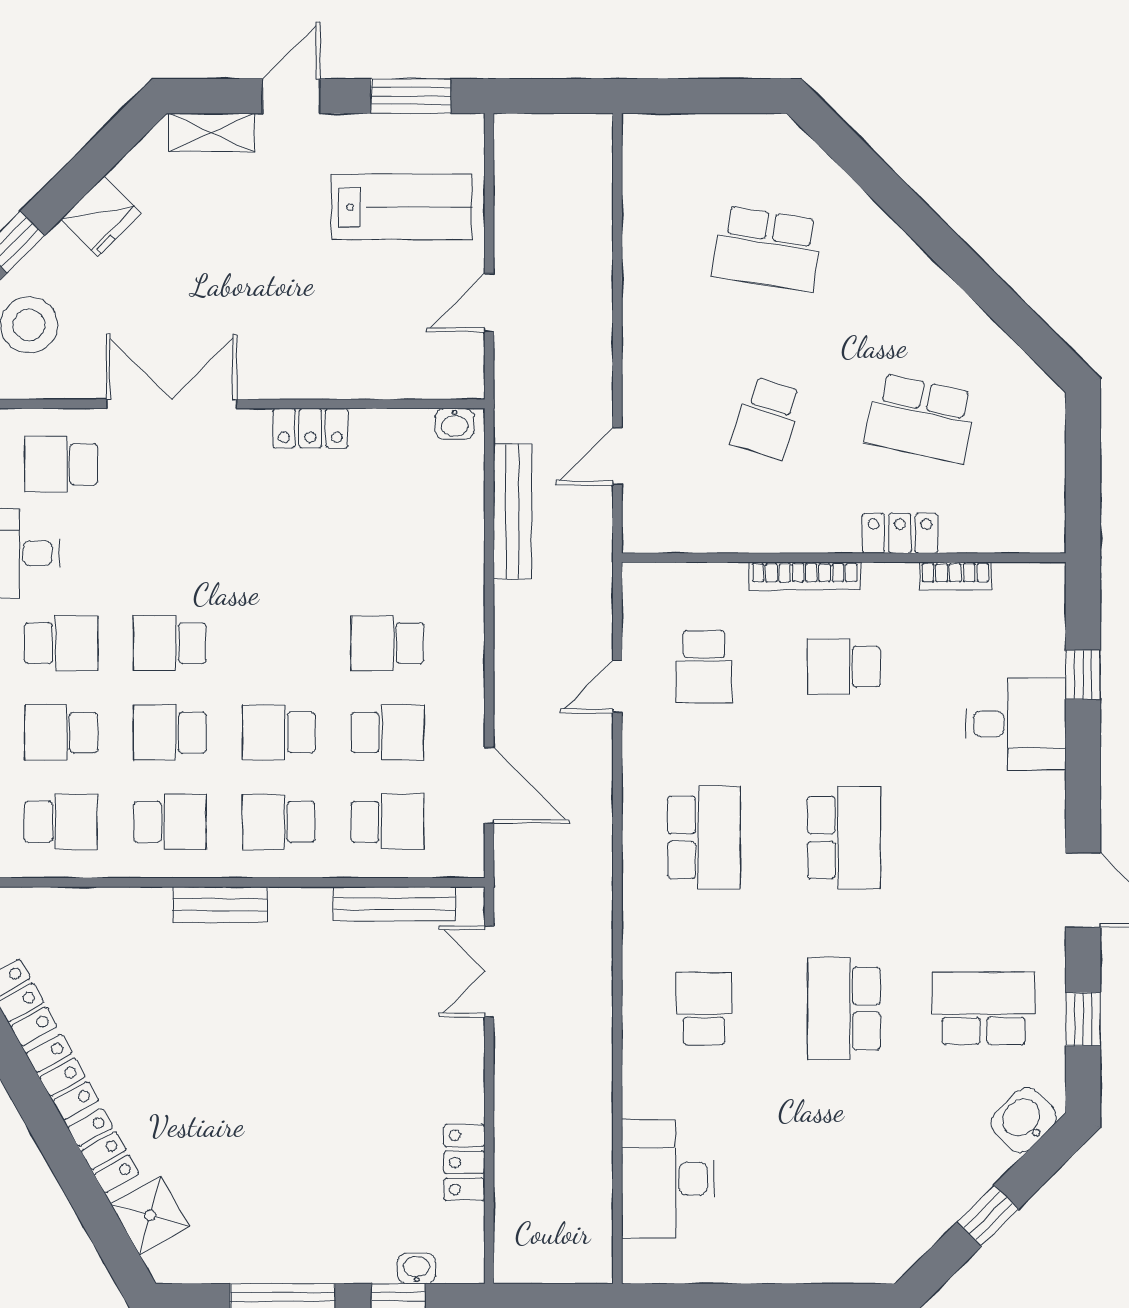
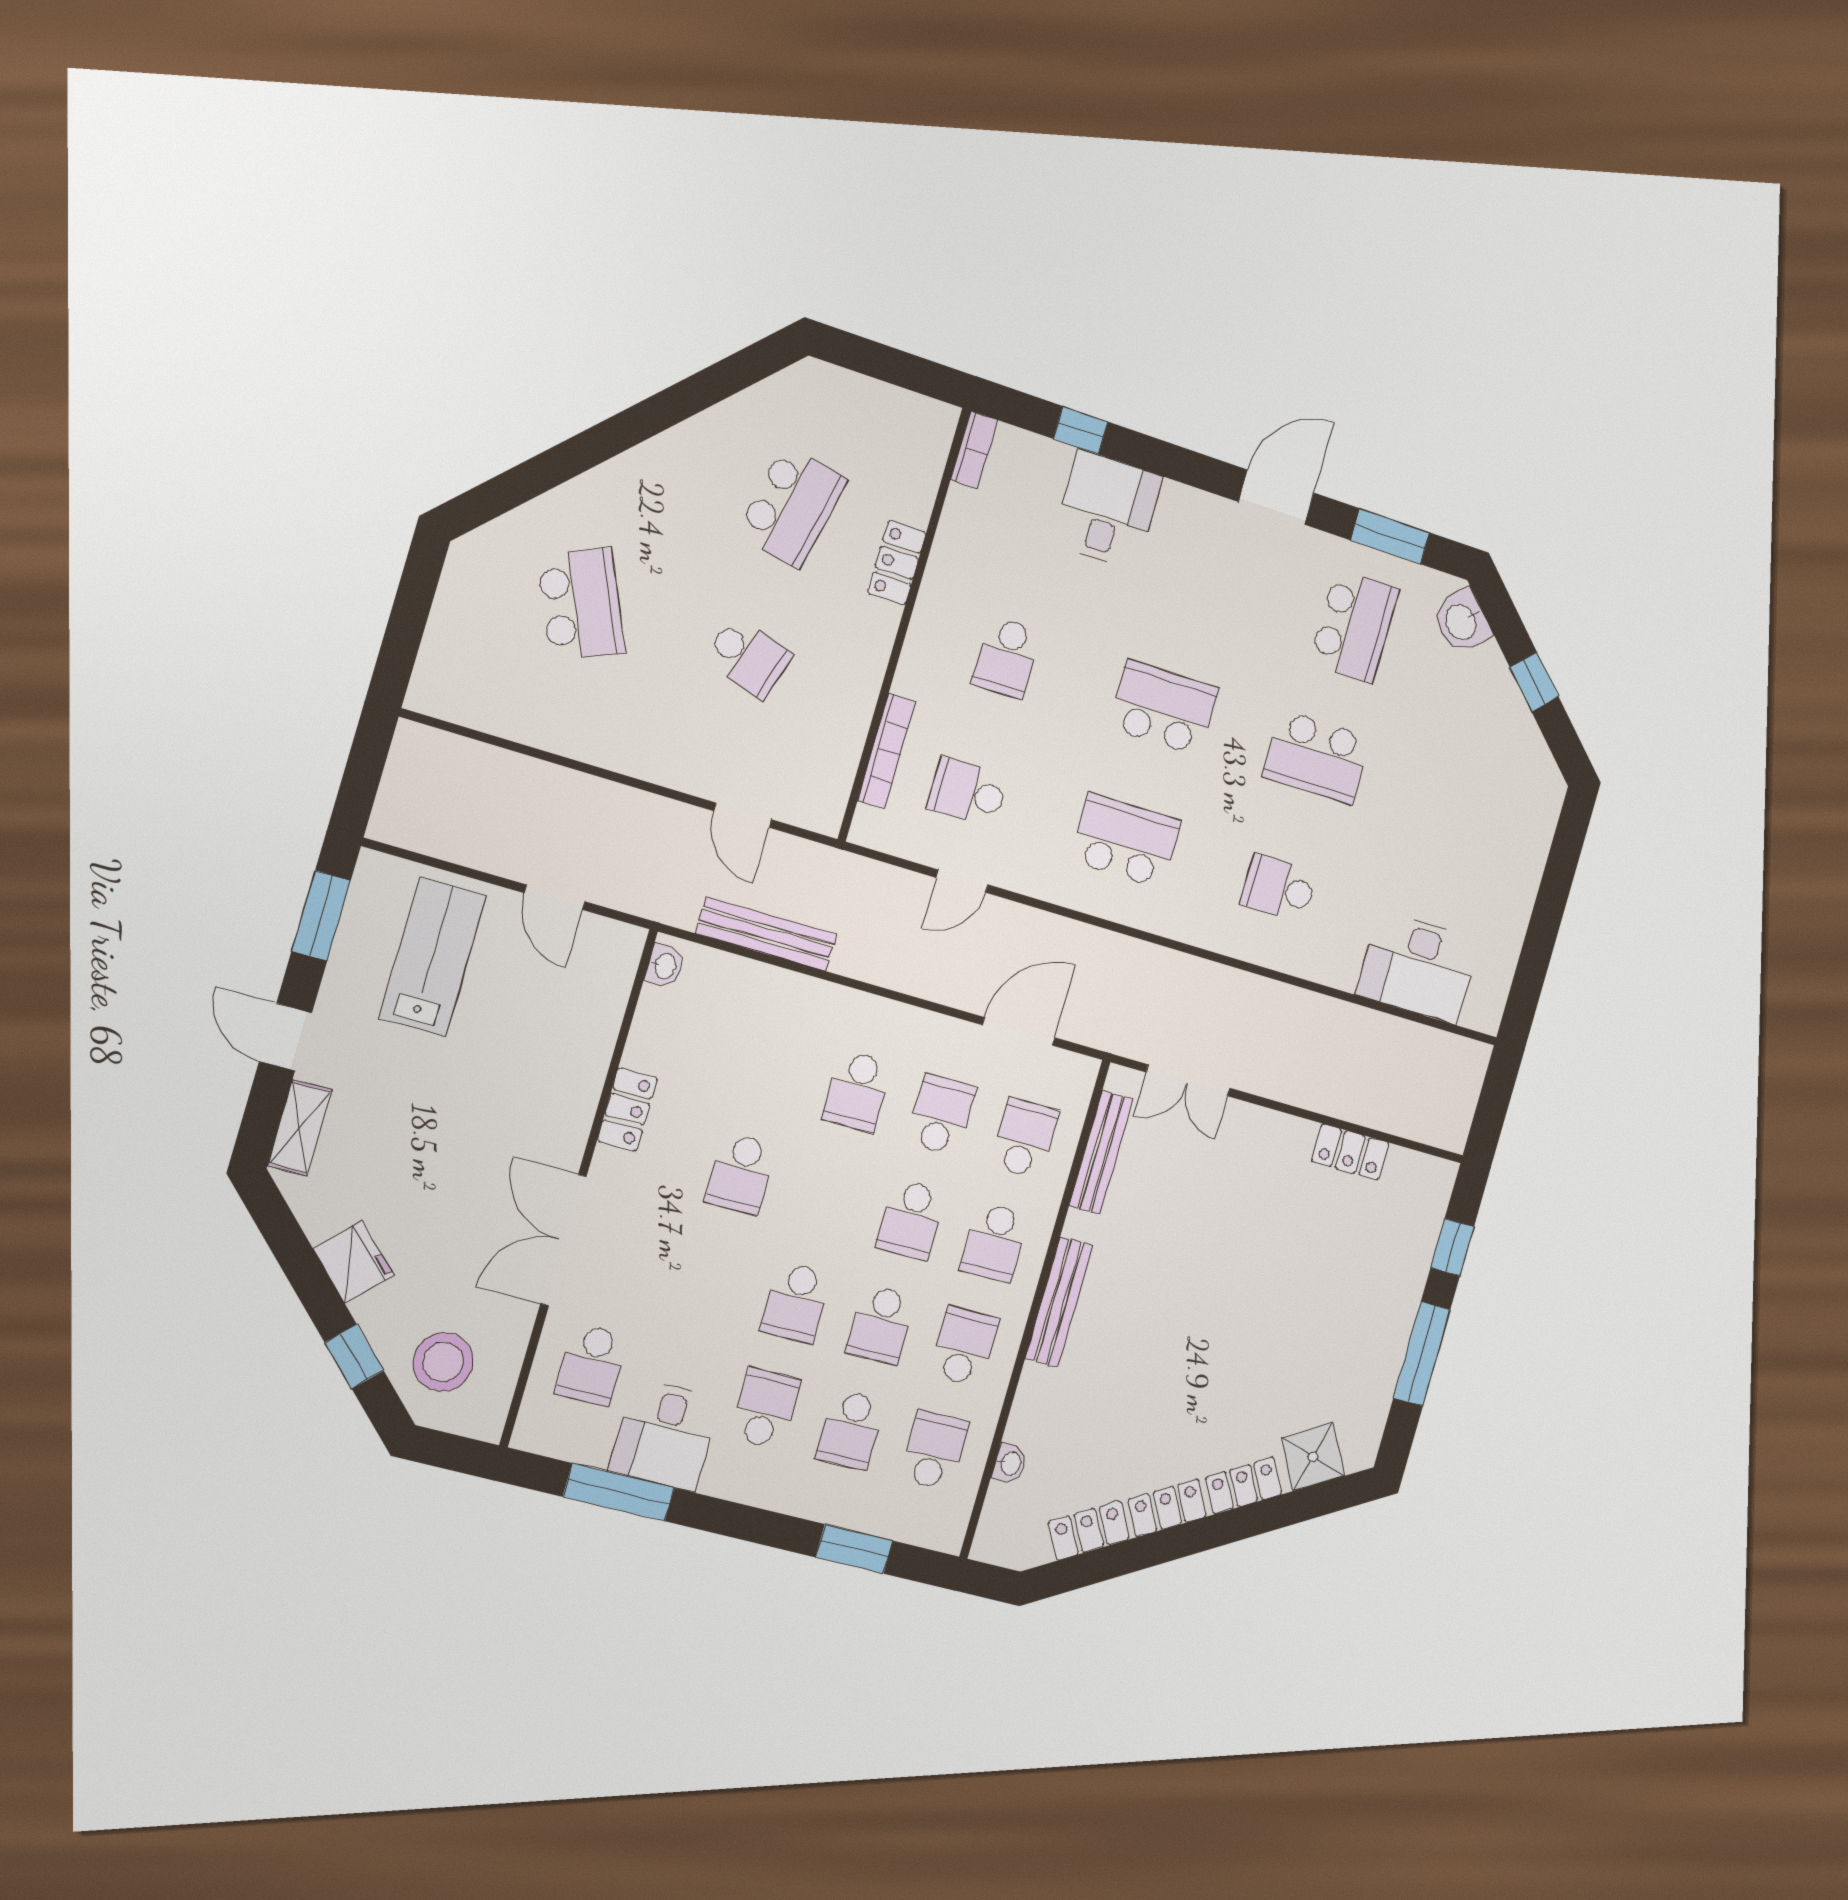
school desk: (767, 249) -> (581, 604), turned -33
school desk: (279, 554) -> (741, 1174), added
bookcase: (805, 576) -> (887, 751), moved
bookcase: (955, 576) -> (974, 450), moved
school desk: (704, 667) -> (968, 792), turned 180
door: (617, 686) -> (962, 881), hinge flipped
bench: (220, 905) -> (1059, 1302), width x1.36
school desk: (984, 1008) -> (1354, 626), turned 180
window: (1083, 1019) -> (1390, 536), width x1.50
washbasin: (417, 1269) -> (1010, 1463), moved, turned 180

